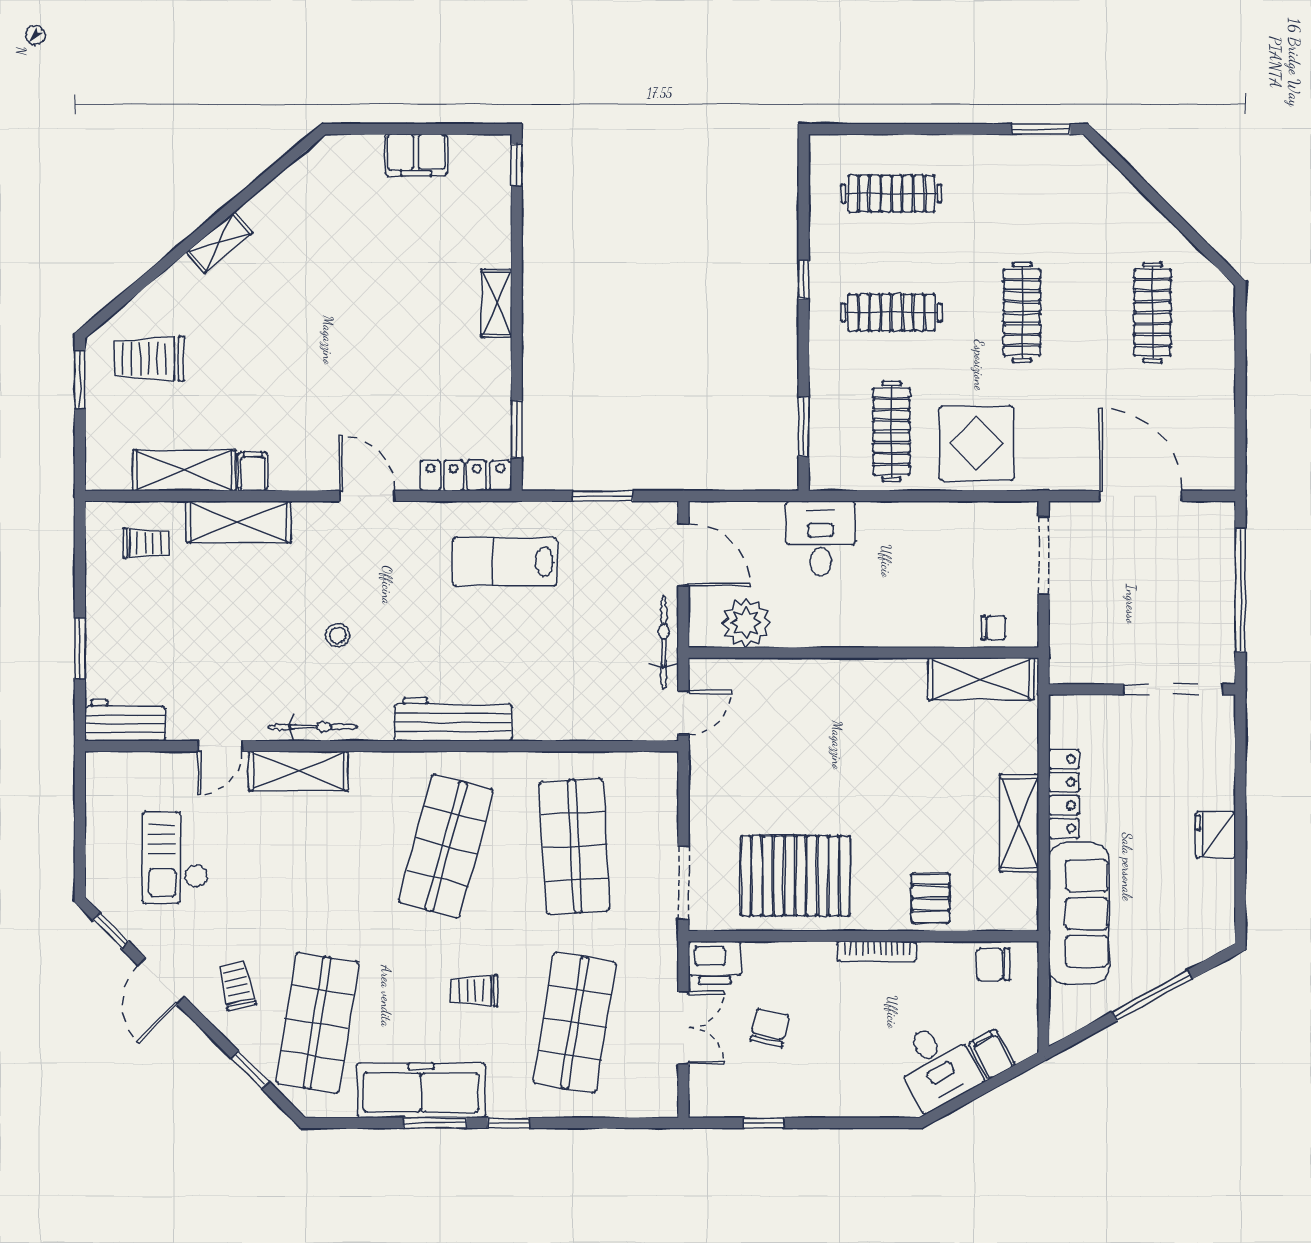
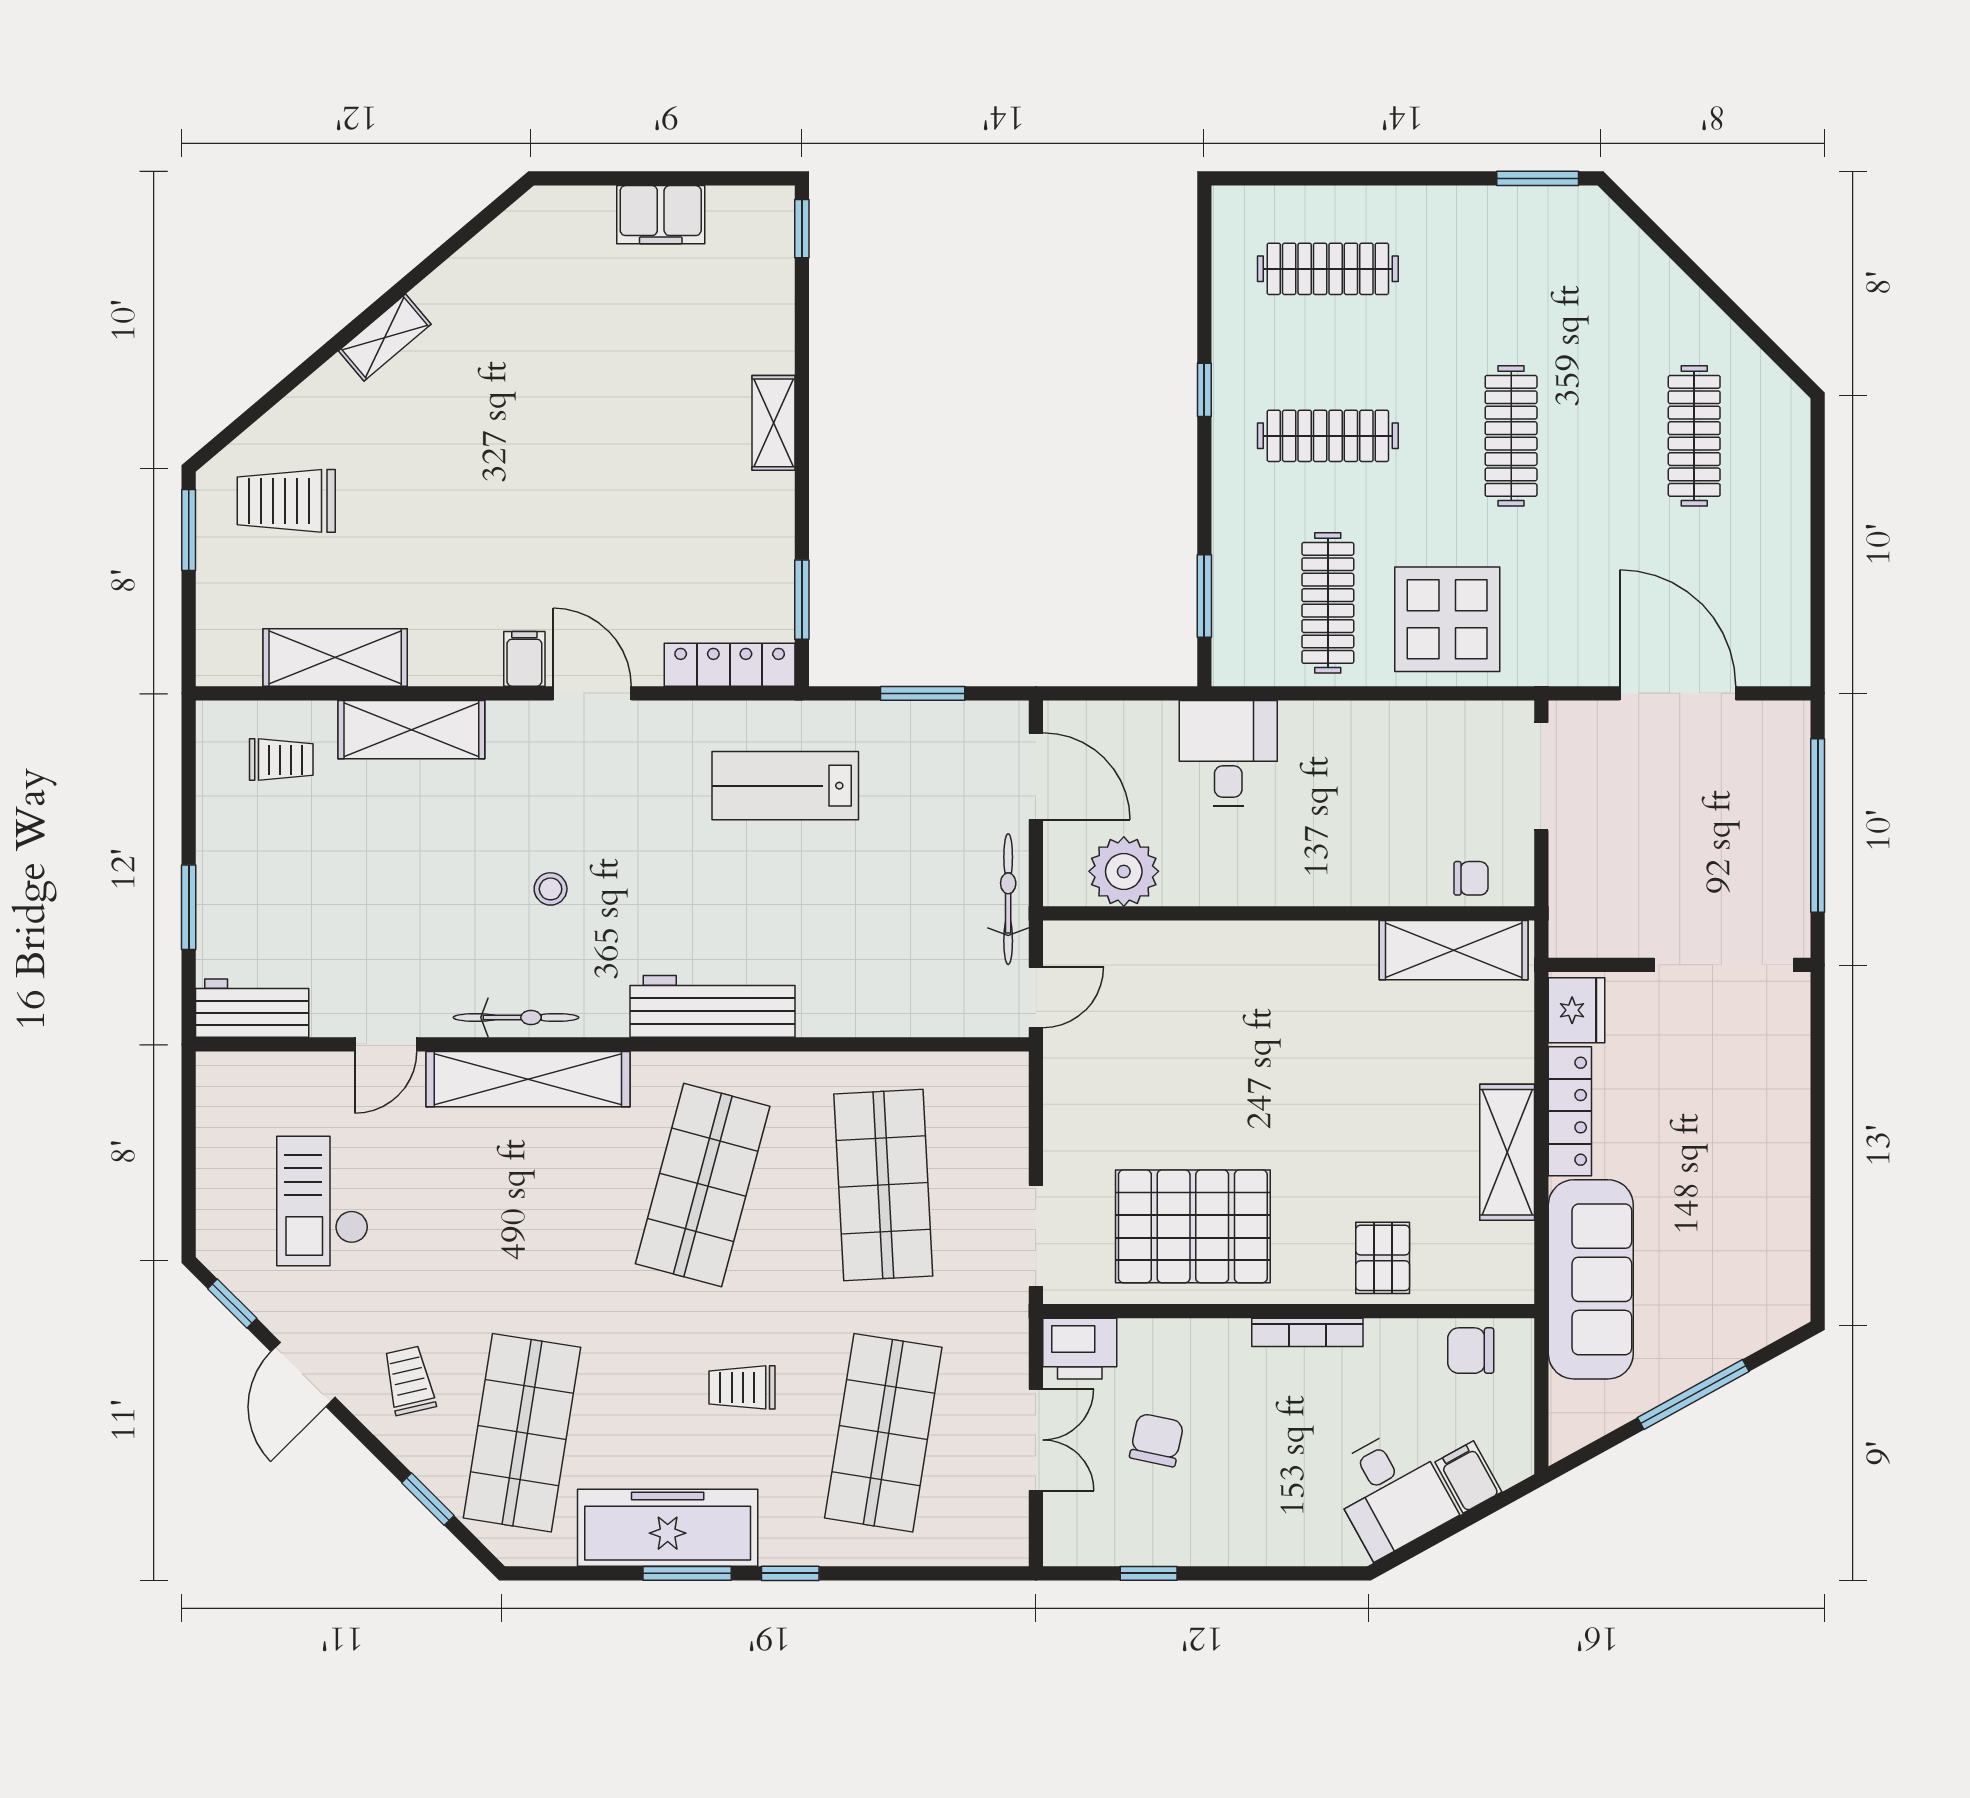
filing cabinet: (253, 471) -> (524, 659), moved
shelving: (298, 771) -> (528, 1079), width x1.47
fridge: (1215, 835) -> (1576, 1010), moved, turned 180

